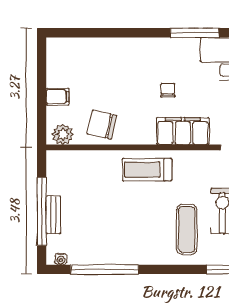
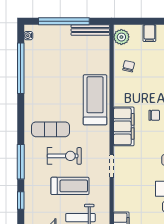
chair: (102, 125) -> (129, 66), width x0.54, depth x0.54
treadmill: (147, 170) -> (95, 100), width x1.37, depth x1.38
bench: (53, 215) -> (90, 30), moved, width x1.36

